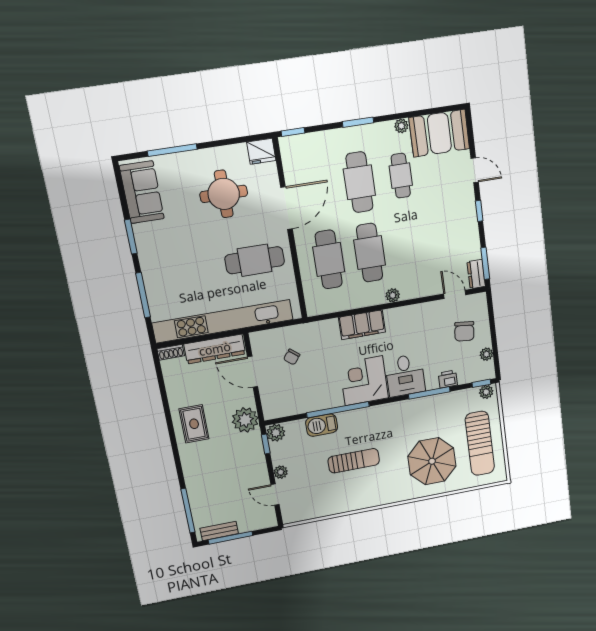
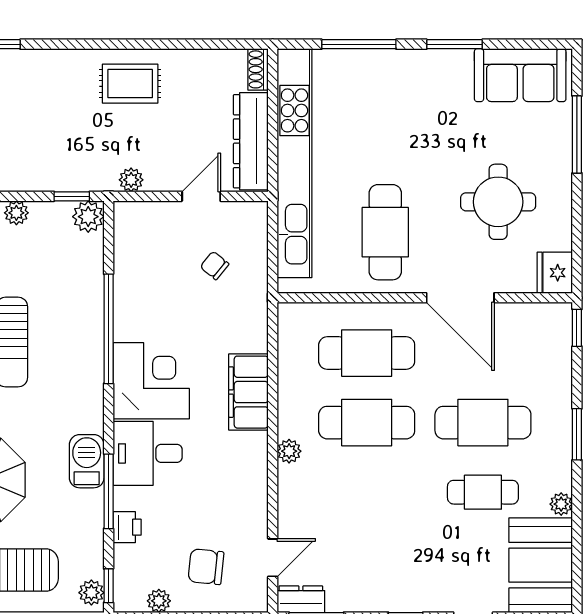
door: (253, 372) -> (201, 196), width x0.73
plant: (245, 420) -> (131, 180), width x0.53, depth x0.53
barbecue: (322, 425) -> (87, 461), moved

